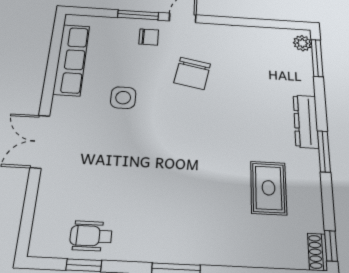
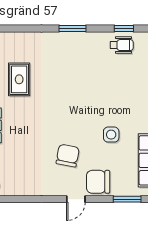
window: (138, 15) -> (127, 199), moved
chair: (149, 37) -> (98, 182), width x1.87, depth x1.87

